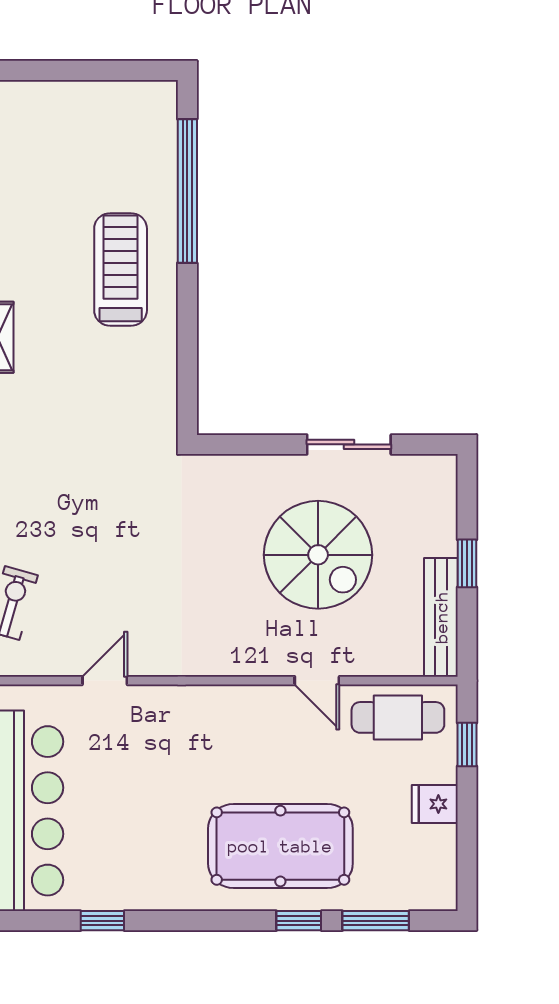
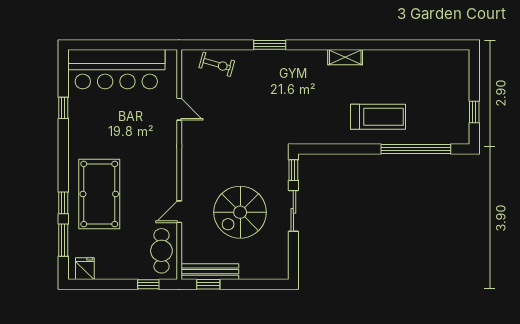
window: (111, 70) -> (474, 112), added
window: (231, 444) -> (293, 170), added
sliding door: (349, 444) -> (293, 211), moved
window: (467, 563) -> (208, 284), moved
fridge: (435, 804) -> (85, 269), moved

